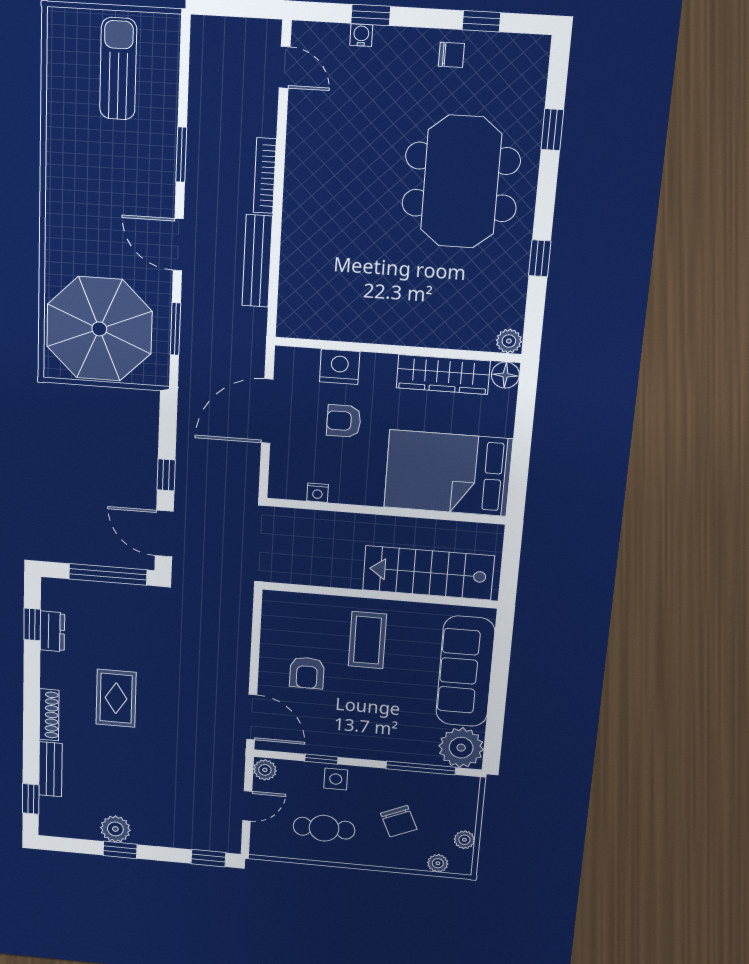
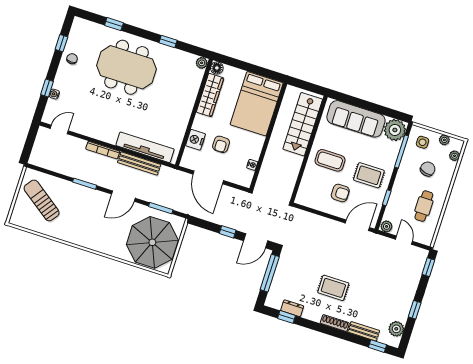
sun lounger: (118, 69) -> (42, 200), turned 36
tv unit: (295, 265) -> (145, 147), added
rug: (357, 718) -> (369, 175), added
side table: (336, 779) -> (422, 142), moved
chair: (399, 821) -> (428, 169), turned -52
plant: (115, 829) -> (396, 329), moved

